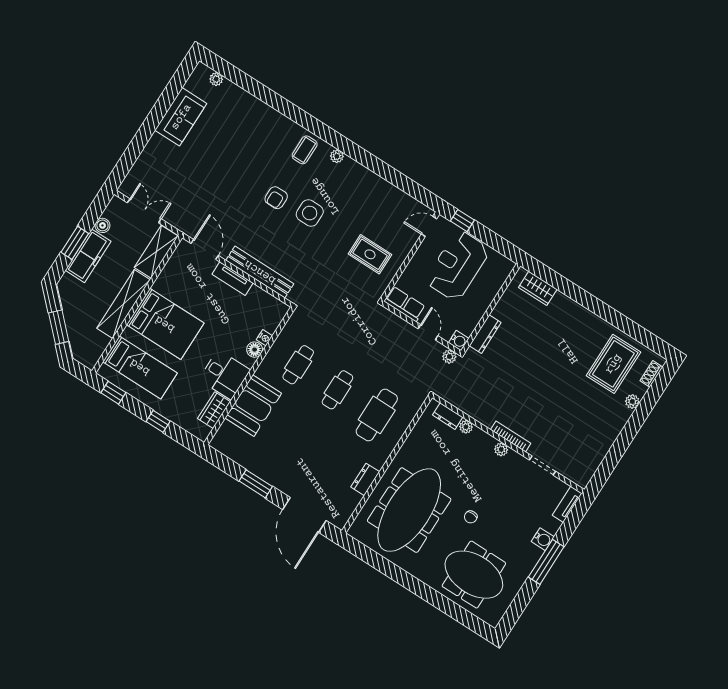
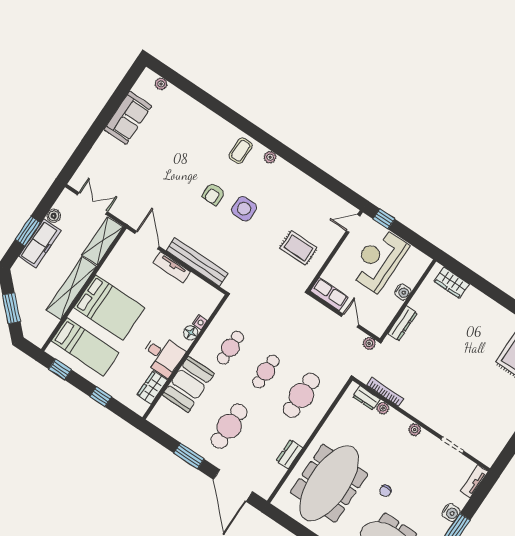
water cooler: (459, 341) -> (403, 292), moved
bookcase: (511, 436) -> (385, 392), moved
cafe table: (299, 450) -> (229, 426), added

